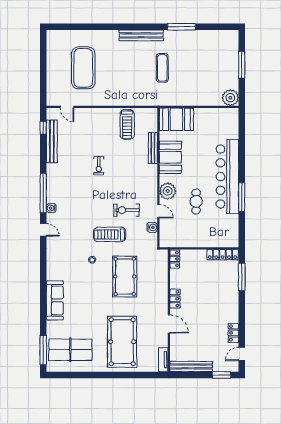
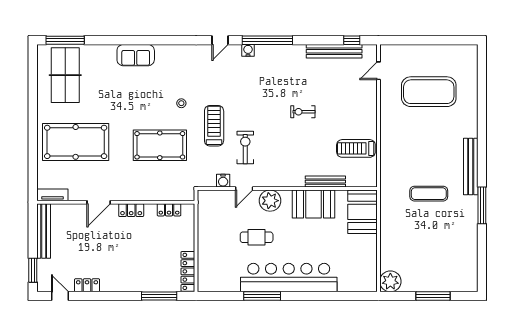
window: (181, 27) -> (482, 205), moved
locker: (175, 259) -> (169, 210), moved
sofa: (55, 300) -> (136, 55), width x0.73

